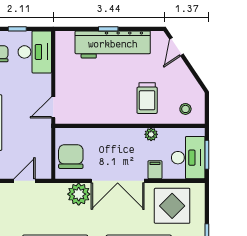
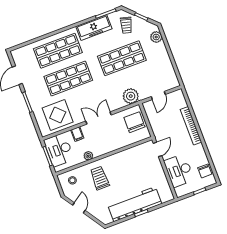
door: (176, 47) -> (79, 208), moved
desk: (35, 52) -> (179, 170), moved
chair: (71, 157) -> (134, 122), turned 180
double door: (118, 181) -> (99, 118), width x0.73
plant: (79, 194) -> (131, 96), moved

